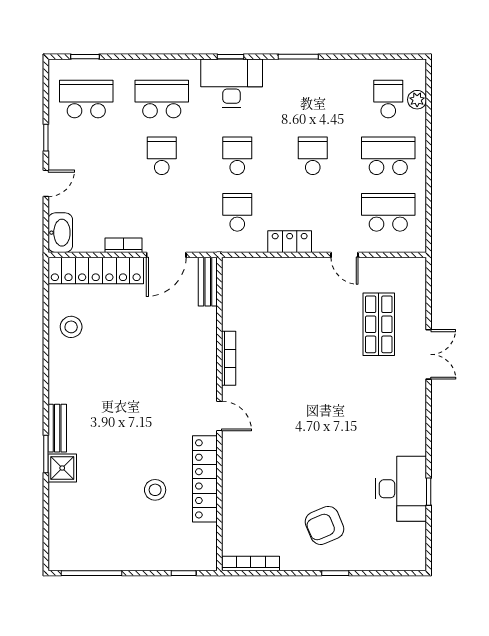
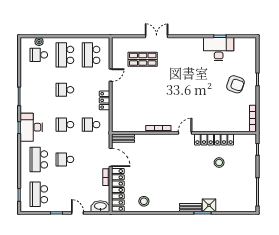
armchair: (325, 525) -> (236, 84), turned -48

